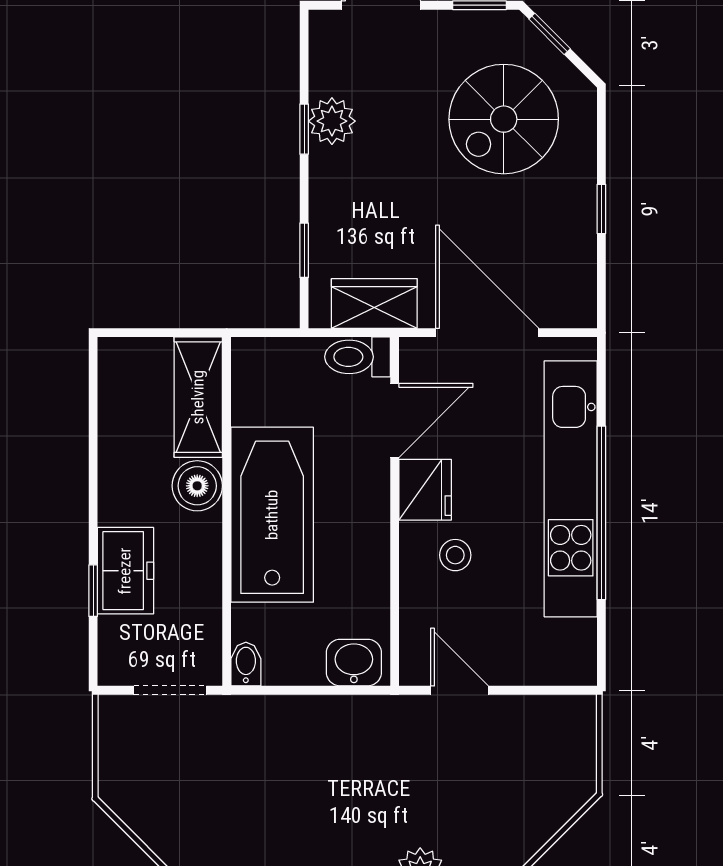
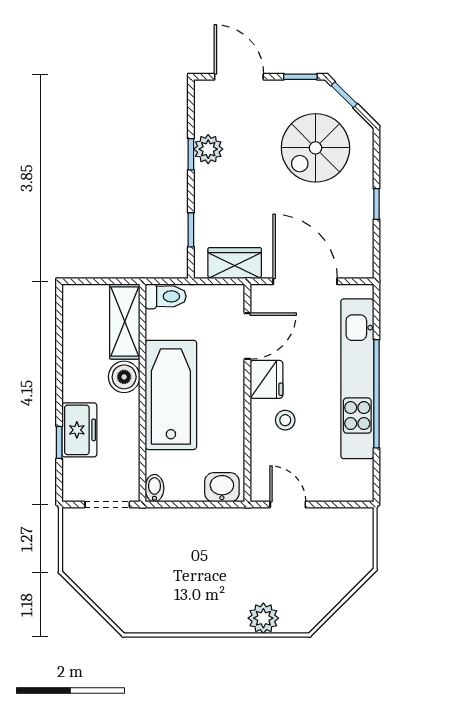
toilet: (358, 357) -> (166, 296), moved, turned 180

